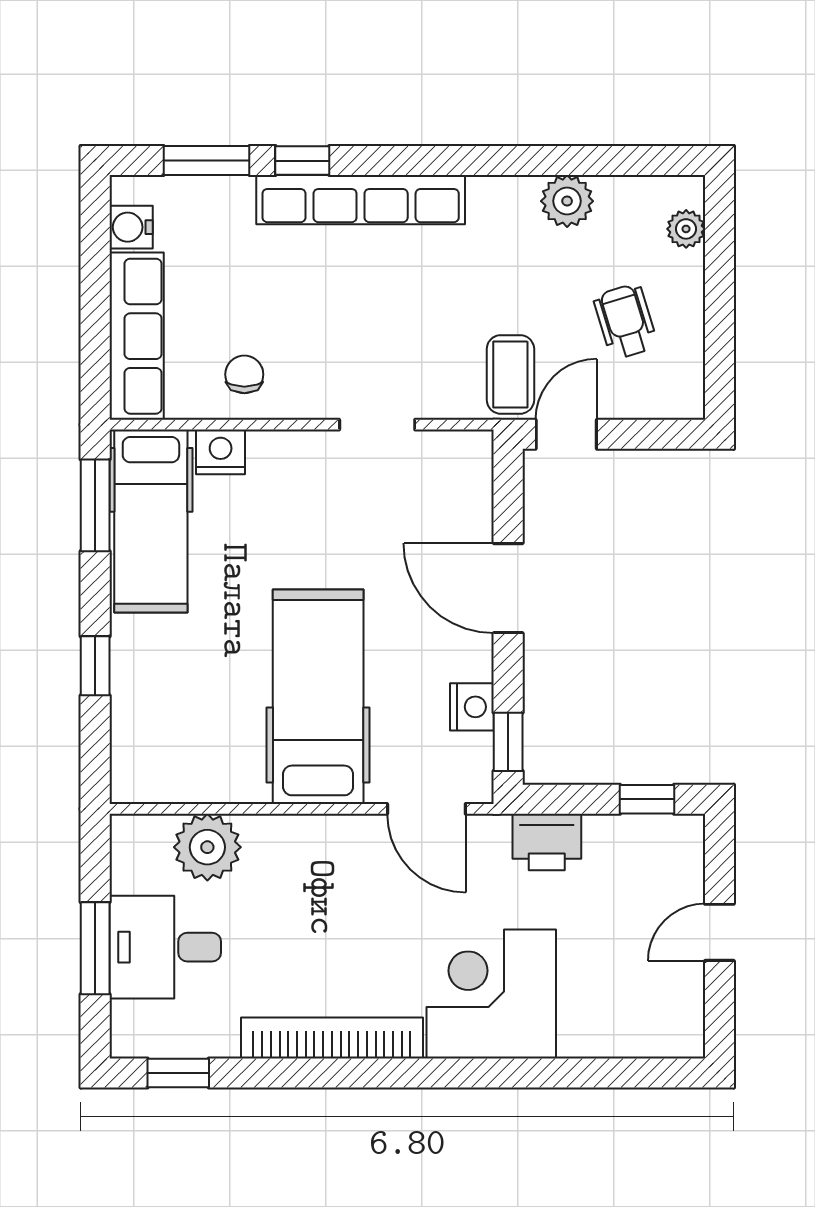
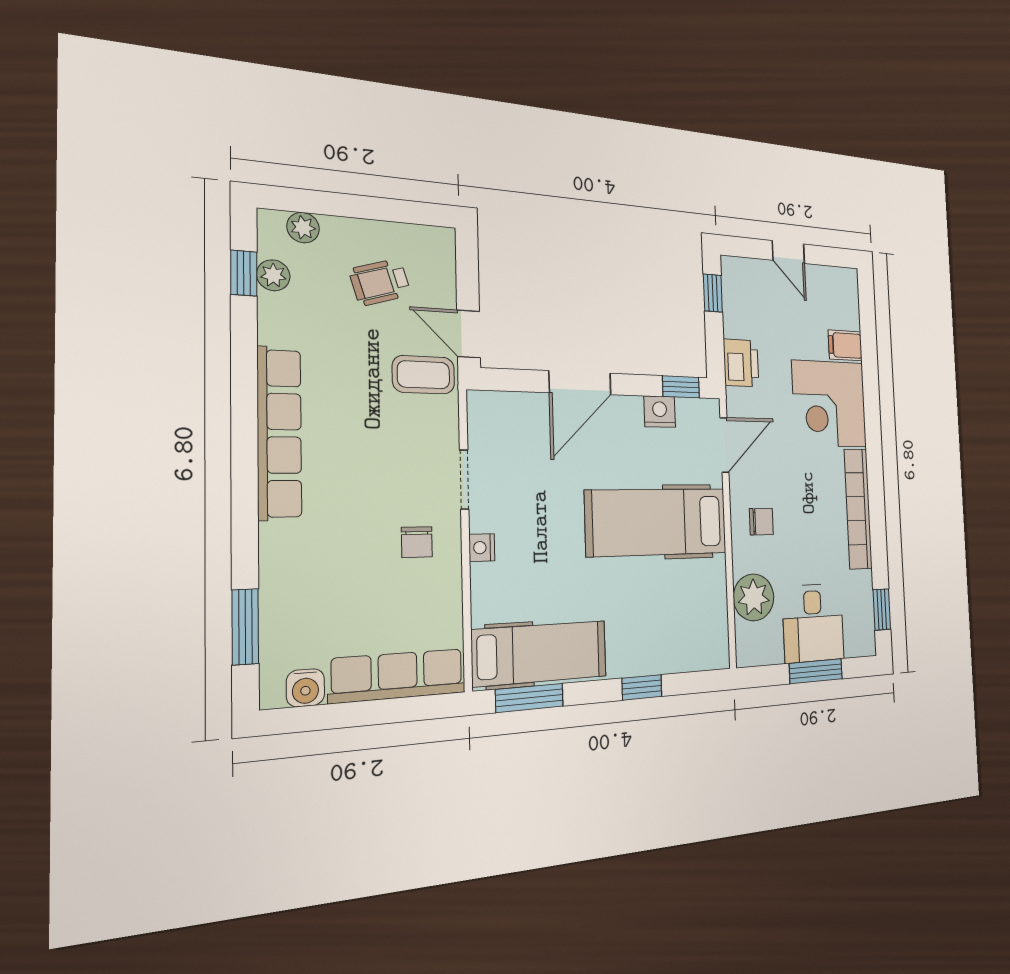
window: (302, 161) -> (244, 273), moved
row of seats: (361, 200) -> (279, 433), moved
plant: (567, 201) -> (273, 275), moved, width x0.73, depth x0.73
chair: (244, 374) -> (417, 542), moved, turned -90
nightstand: (221, 452) -> (482, 548), moved, width x0.72, depth x0.74
chair: (316, 865) -> (761, 522), added
filing cabinet: (582, 1028) -> (845, 345), added

